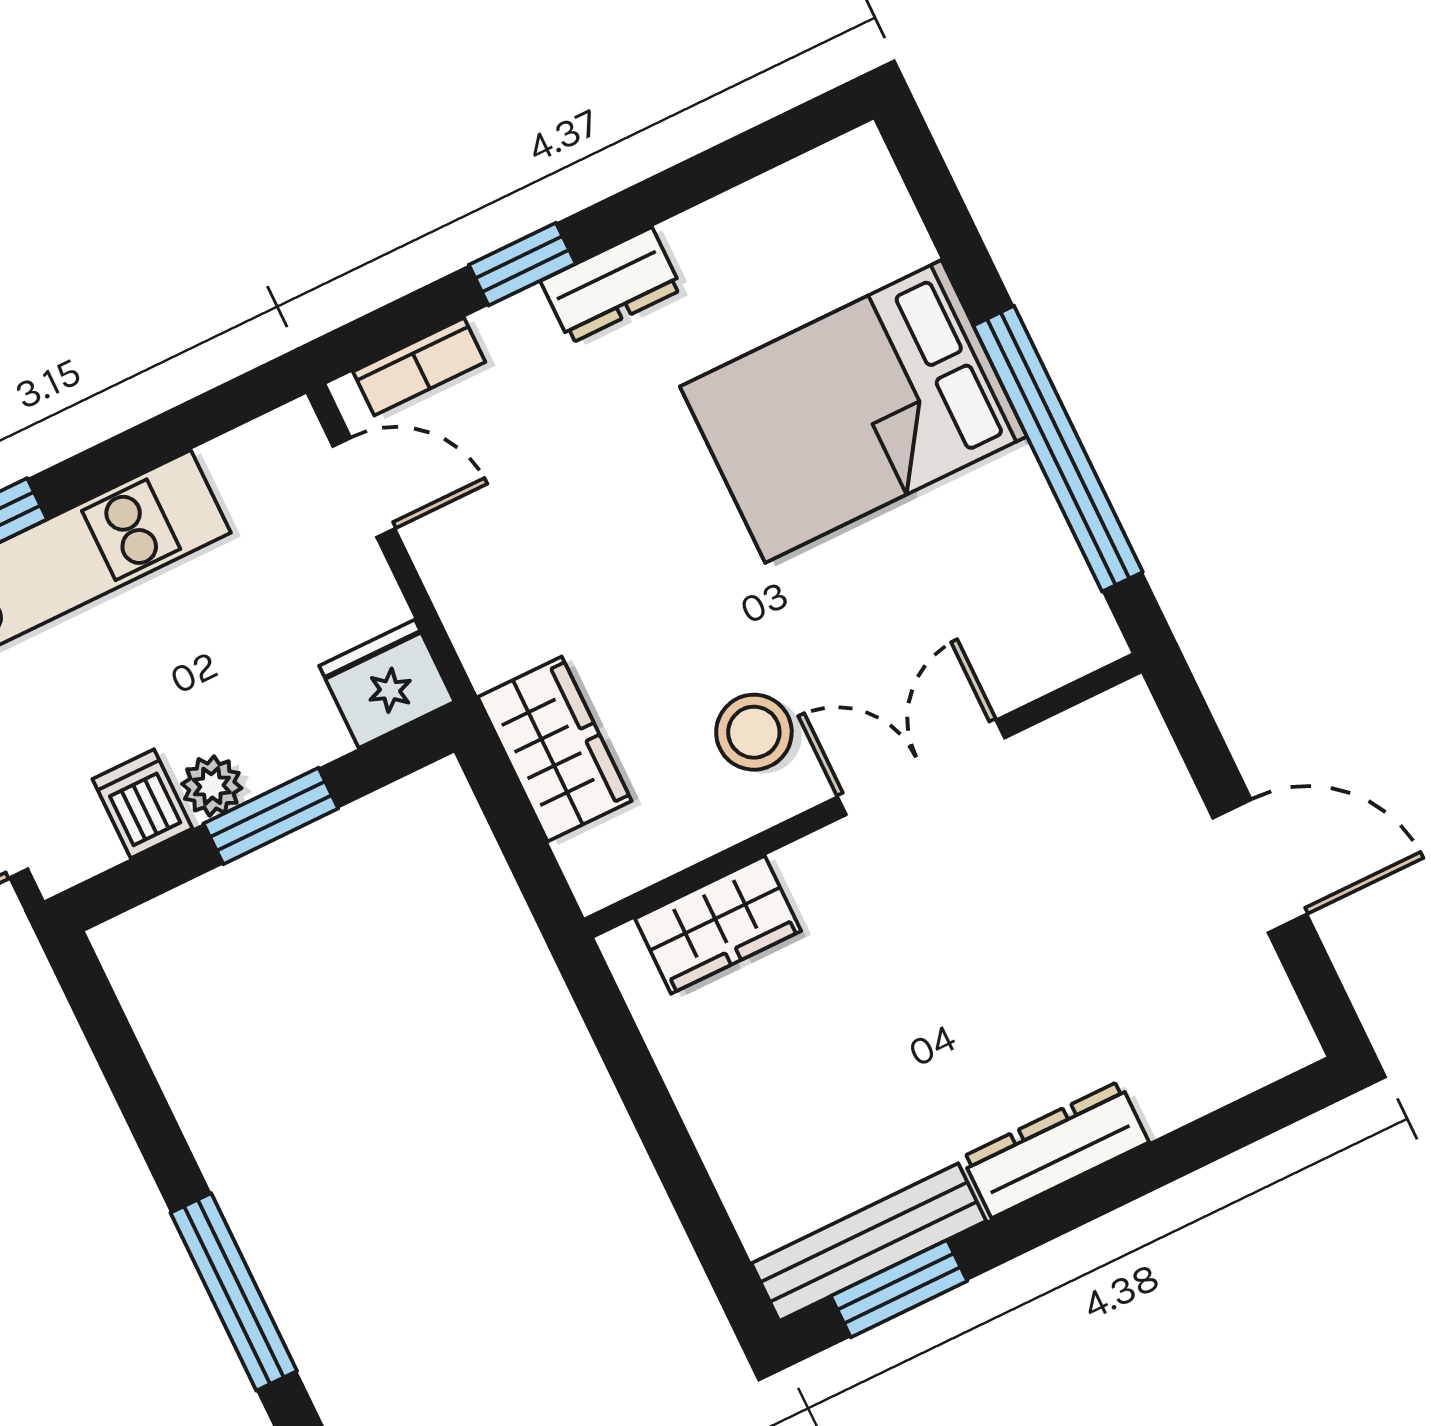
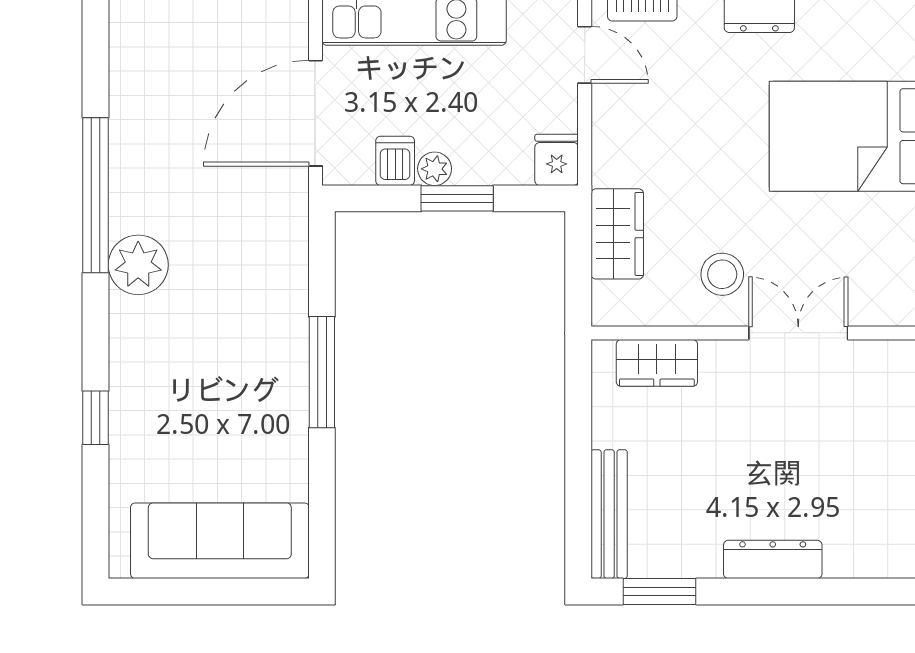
fridge: (387, 684) -> (557, 160), width x0.72
bench: (869, 1242) -> (609, 514), moved, turned 90
window: (234, 1292) -> (322, 372), moved

